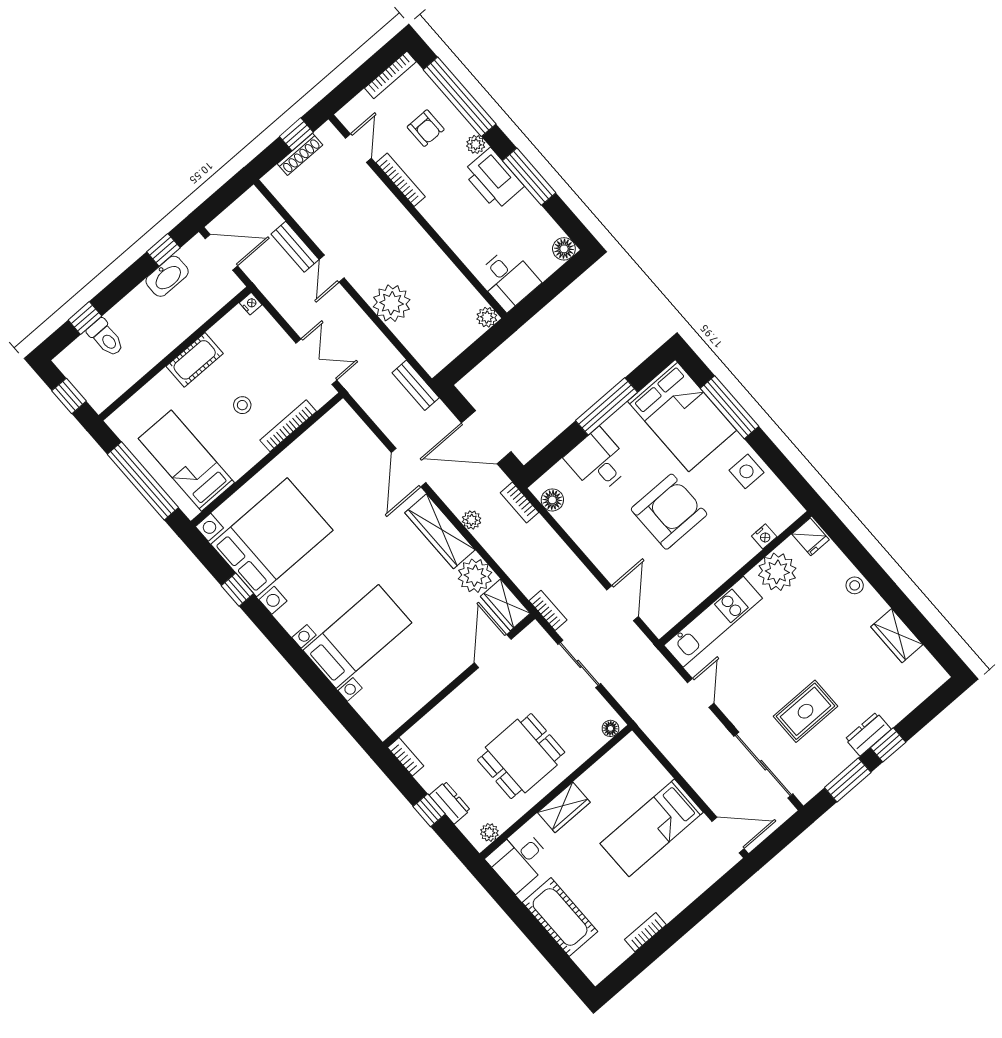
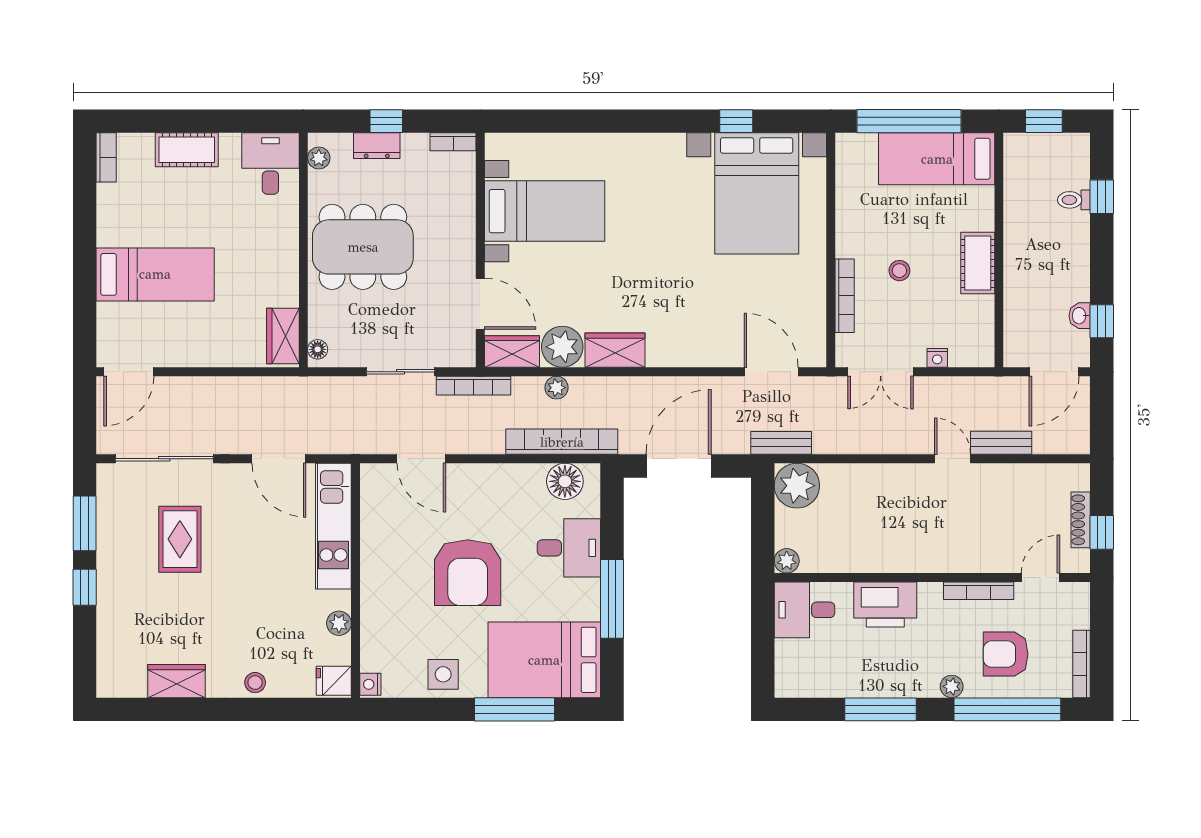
armchair: (426, 128) -> (1006, 654), width x1.38, depth x1.38
door: (358, 148) -> (1040, 578), swing flipped
printer: (493, 179) -> (885, 604), moved, turned 180
floor lamp: (564, 249) -> (788, 684), removed
washbasin: (167, 276) -> (1080, 316), width x0.52, depth x0.69
plant: (392, 303) -> (797, 486), moved
nightstand: (251, 304) -> (937, 358), moved
toilet: (106, 338) -> (1074, 200), width x0.73, depth x0.72
bed: (186, 461) -> (937, 159), moved, turned 180
door: (409, 468) -> (771, 372), moved
floor lamp: (552, 500) -> (565, 481), width x1.38, depth x1.38
bookcase: (520, 503) -> (562, 442), width x2.31, depth x1.31
plant: (472, 520) -> (557, 388), moved
wardrobe: (440, 531) -> (615, 350), width x0.67
nightstand: (764, 536) -> (370, 684), moved
plant: (777, 572) -> (339, 623), width x0.53, depth x0.53
bookcase: (548, 610) -> (473, 386), width x1.56
bed with nightstands: (357, 636) -> (545, 211), moved, turned -90
door: (701, 693) -> (279, 459), width x1.38
dresser: (868, 734) -> (110, 578), removed
dining table: (521, 756) -> (363, 247), width x1.37
wardrobe: (564, 807) -> (283, 336), moved
bed: (652, 828) -> (155, 274), moved, turned 90
cot: (560, 917) -> (187, 150), width x0.73, depth x0.75
bookcase: (645, 932) -> (106, 157), moved

